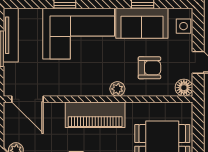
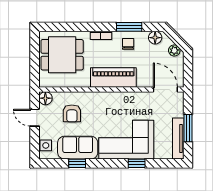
armchair: (149, 68) -> (72, 113), turned -90
plant: (117, 89) -> (96, 97), removed

